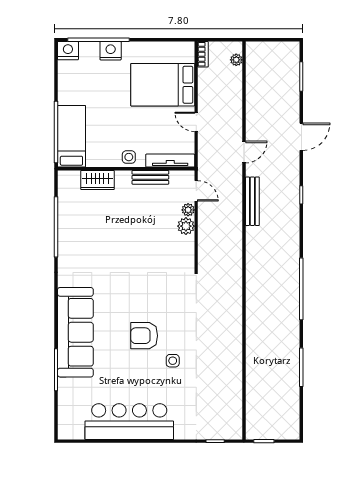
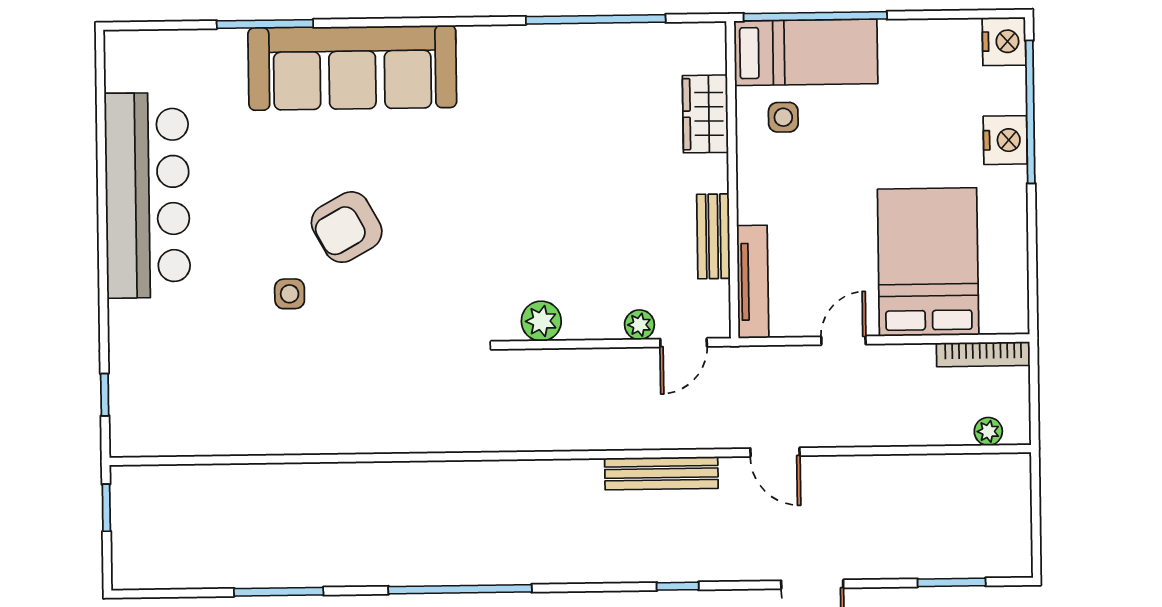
bookcase: (203, 54) -> (983, 354), width x1.56
side table: (129, 157) -> (783, 117), moved
plant: (186, 226) -> (541, 321), moved
armchair: (144, 336) -> (347, 227), turned -119

